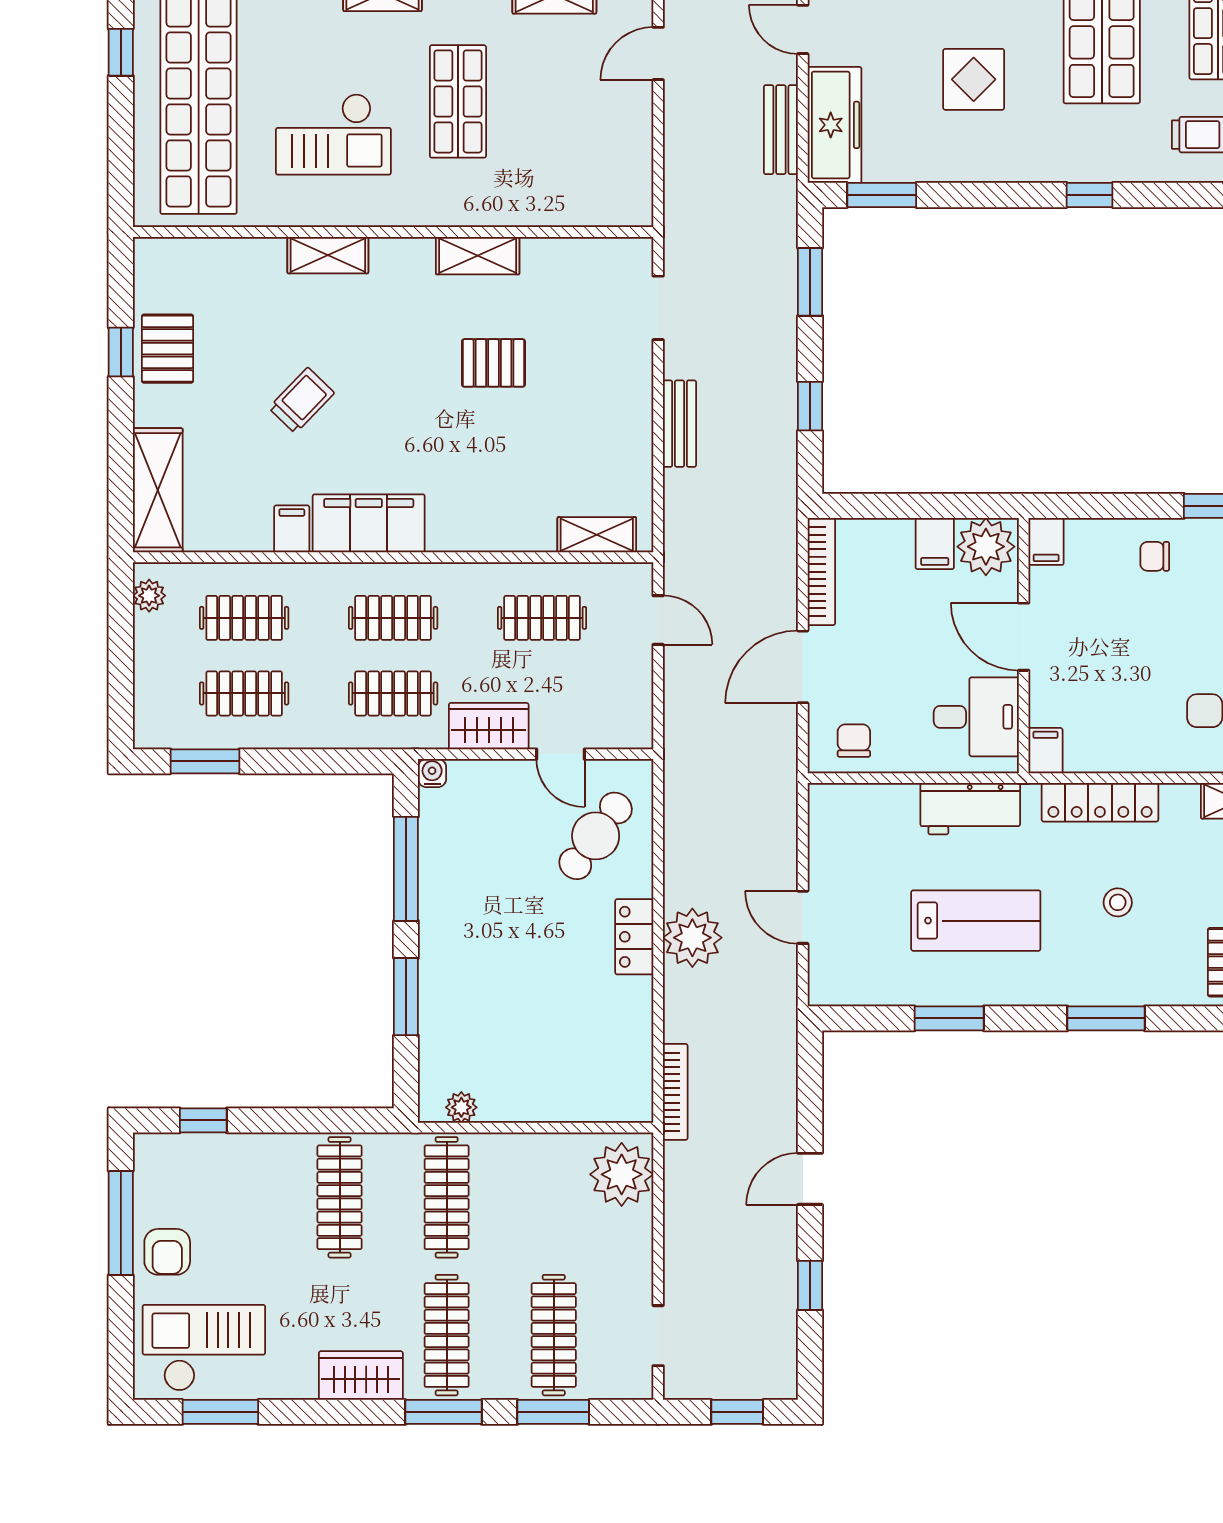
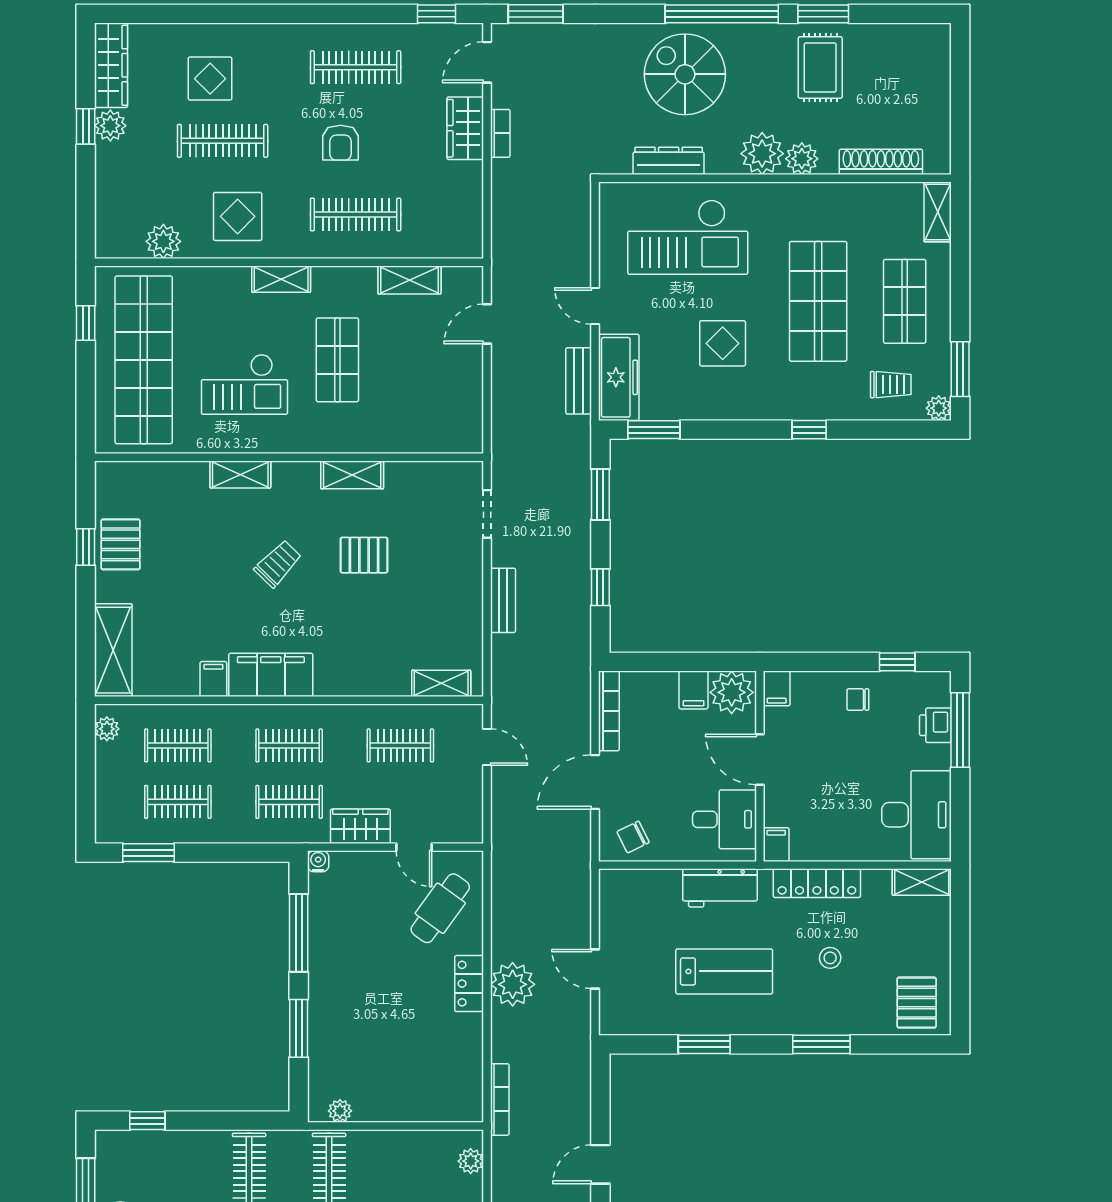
trolley: (301, 400) -> (278, 564), moved
chair: (854, 741) -> (633, 837), turned -116
plant: (622, 1174) -> (471, 1161), width x0.53, depth x0.53

